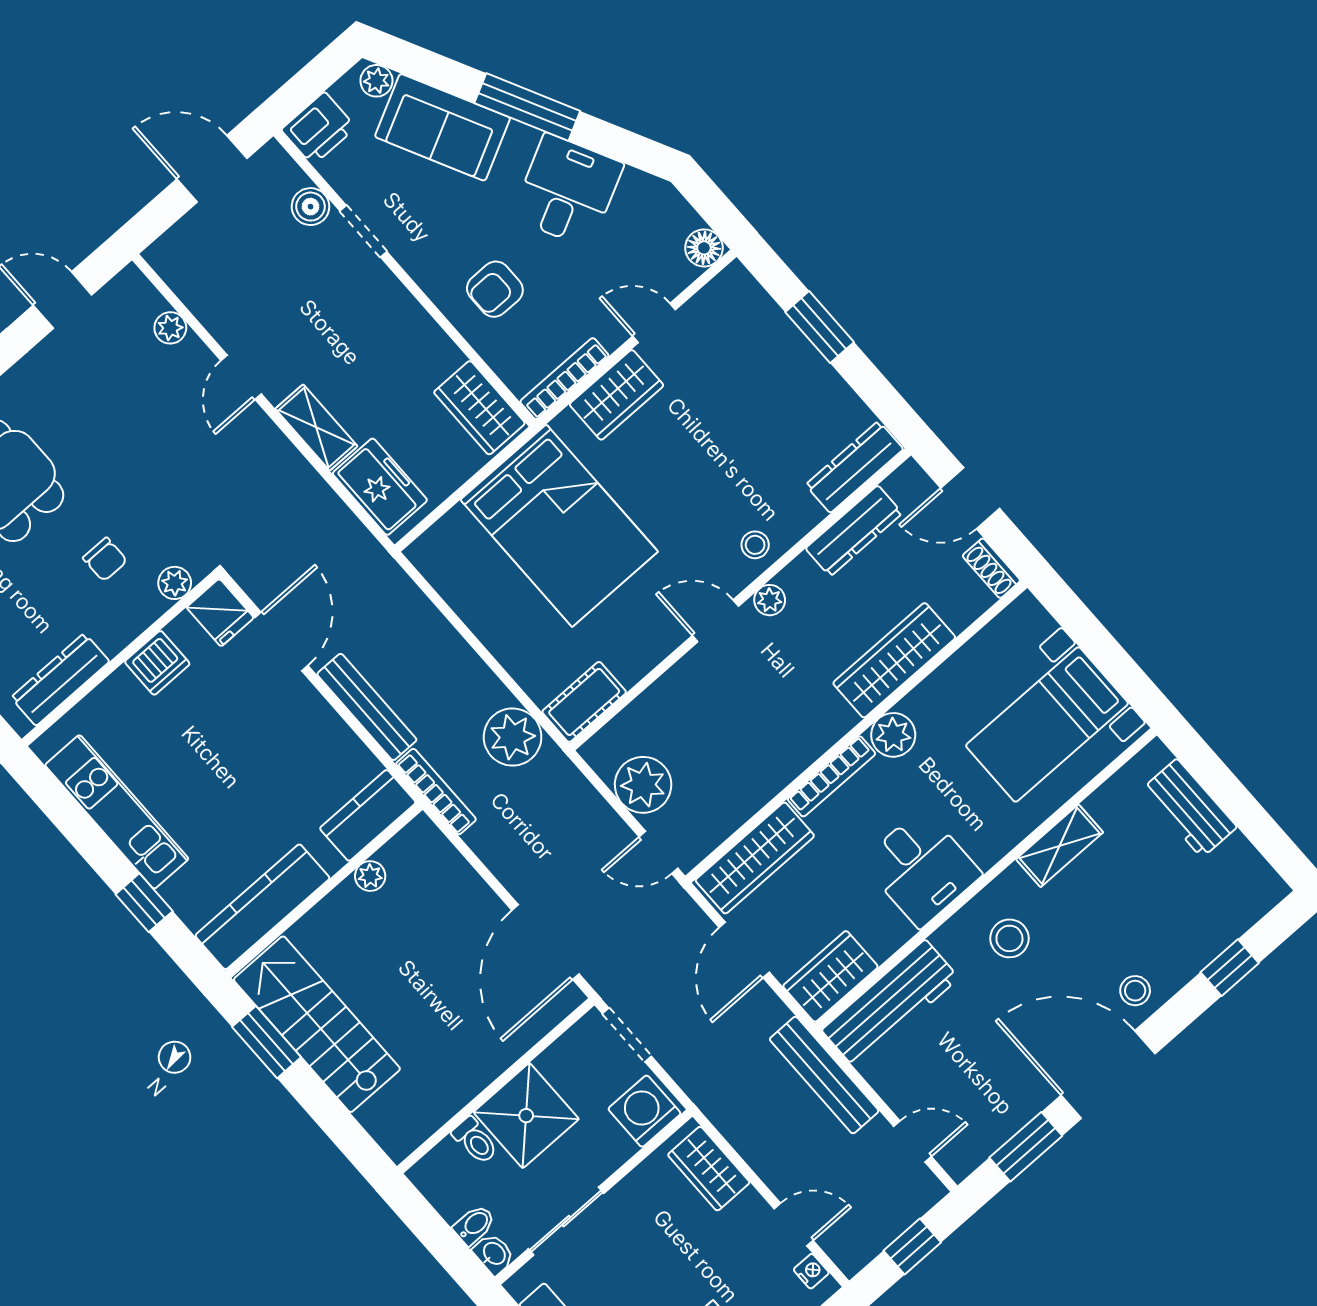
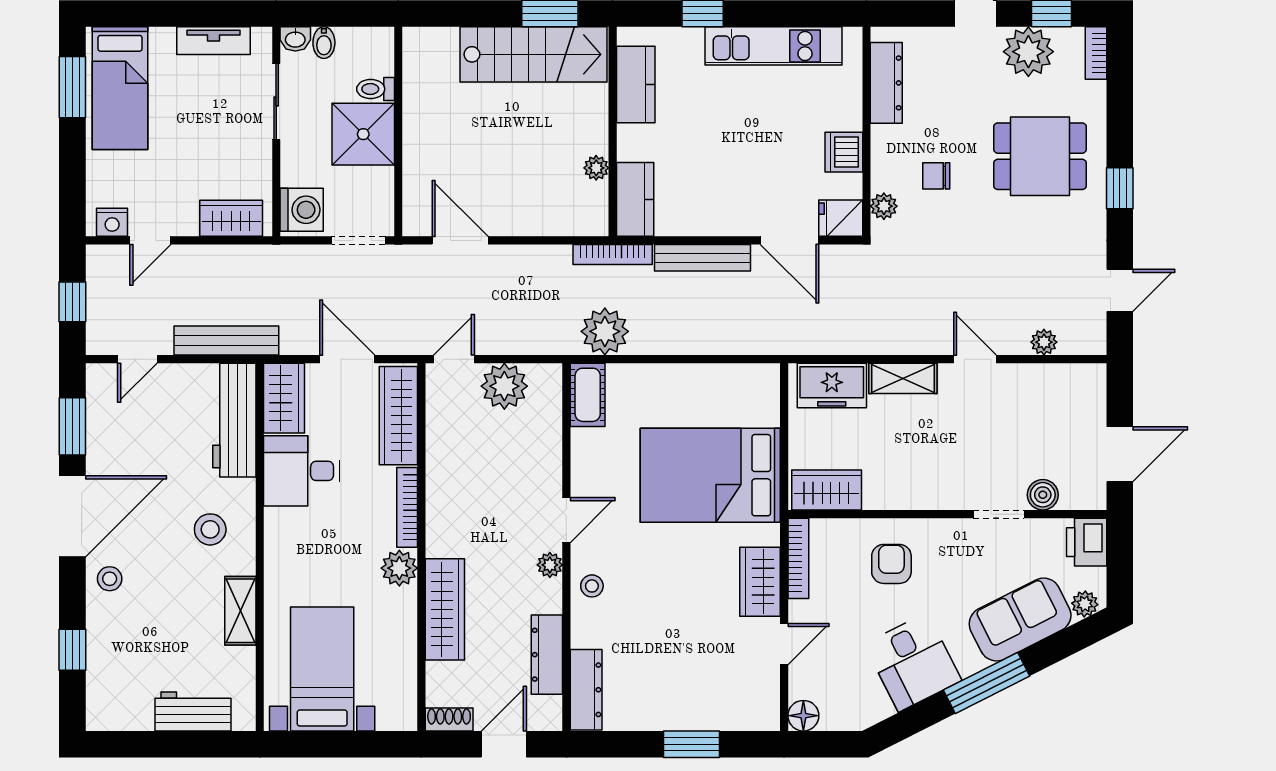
desk: (921, 868) -> (302, 471), moved
kitchen counter: (262, 907) -> (636, 84), width x0.67
door: (545, 942) -> (460, 240), width x0.73
nightstand: (811, 1271) -> (112, 222), width x1.39, depth x1.35

